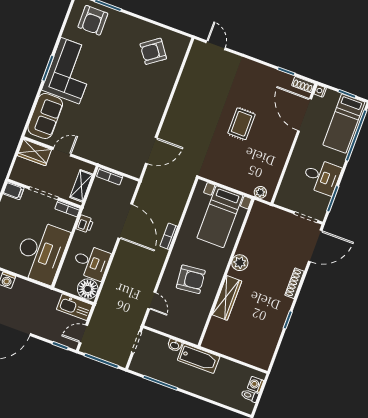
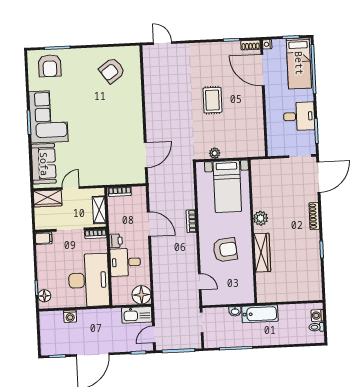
plant: (260, 192) -> (215, 153), moved
door: (125, 221) -> (149, 224), width x0.73
desk: (91, 262) -> (125, 262), moved, turned 180

